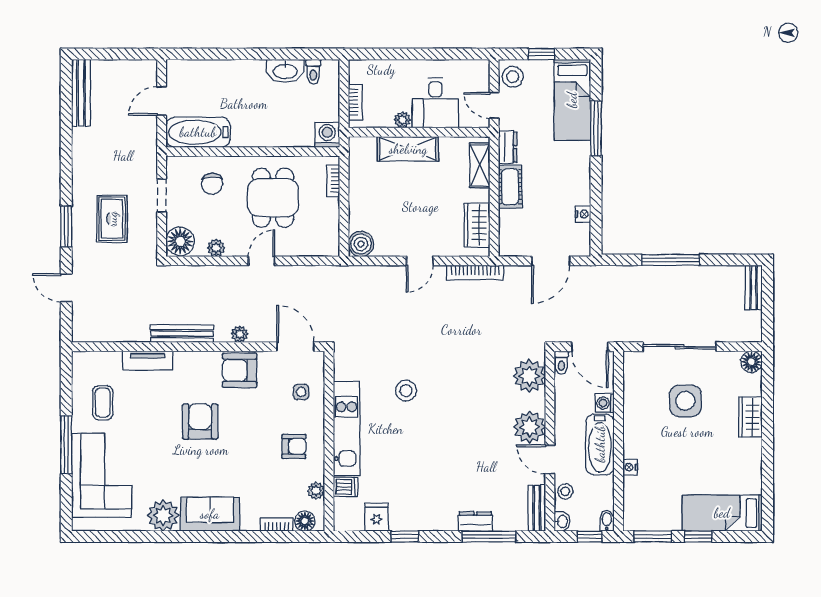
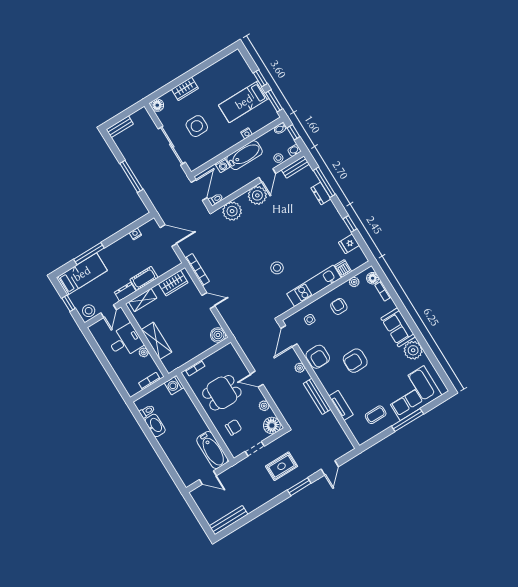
bed: (722, 513) -> (244, 102), moved, turned 90

